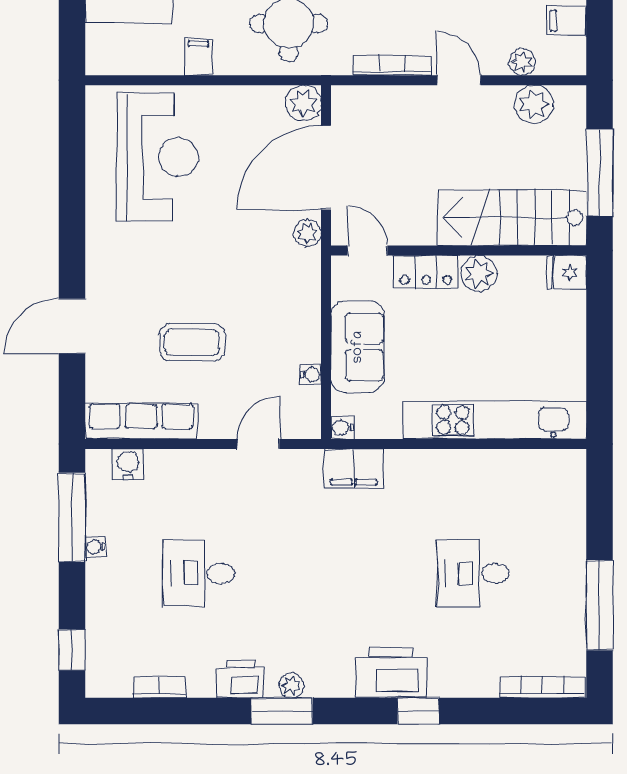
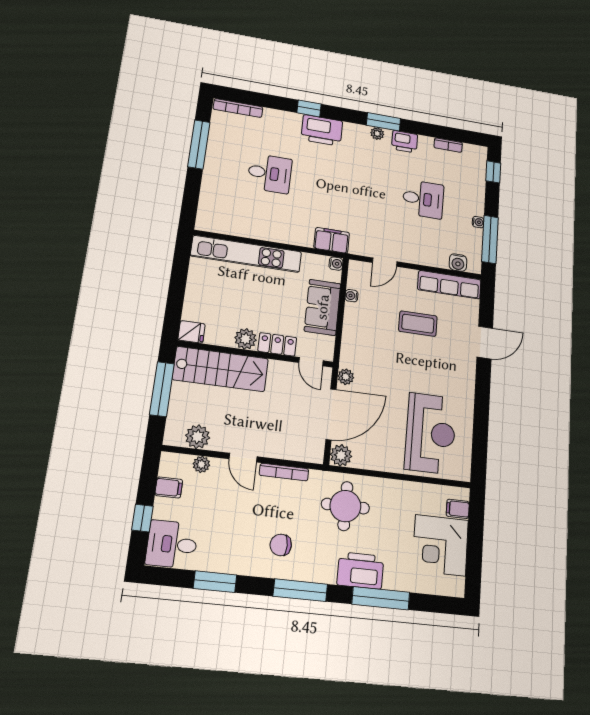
filing cabinet: (199, 57) -> (458, 509), moved, turned 90
reception desk: (157, 157) -> (431, 433), turned 180

